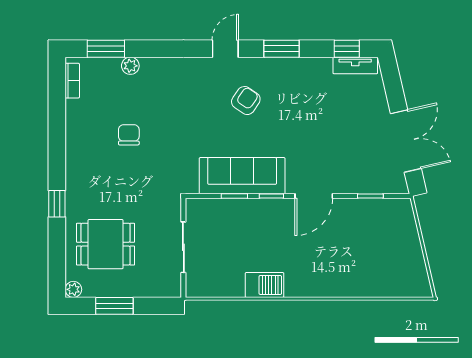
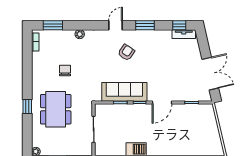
plant: (130, 66) -> (80, 34), moved
dining table: (106, 244) -> (56, 109), moved, width x1.37

